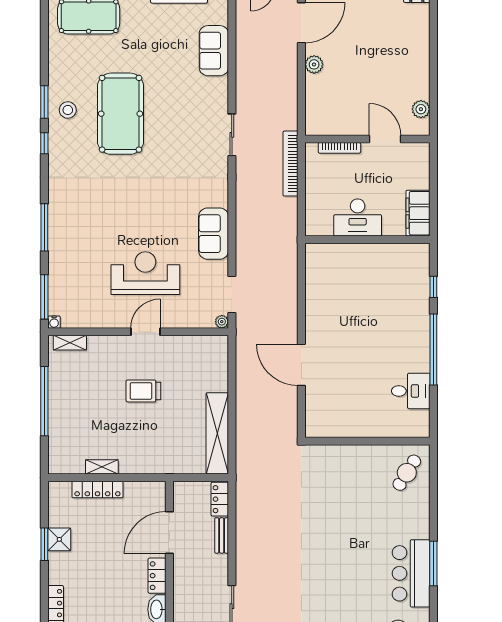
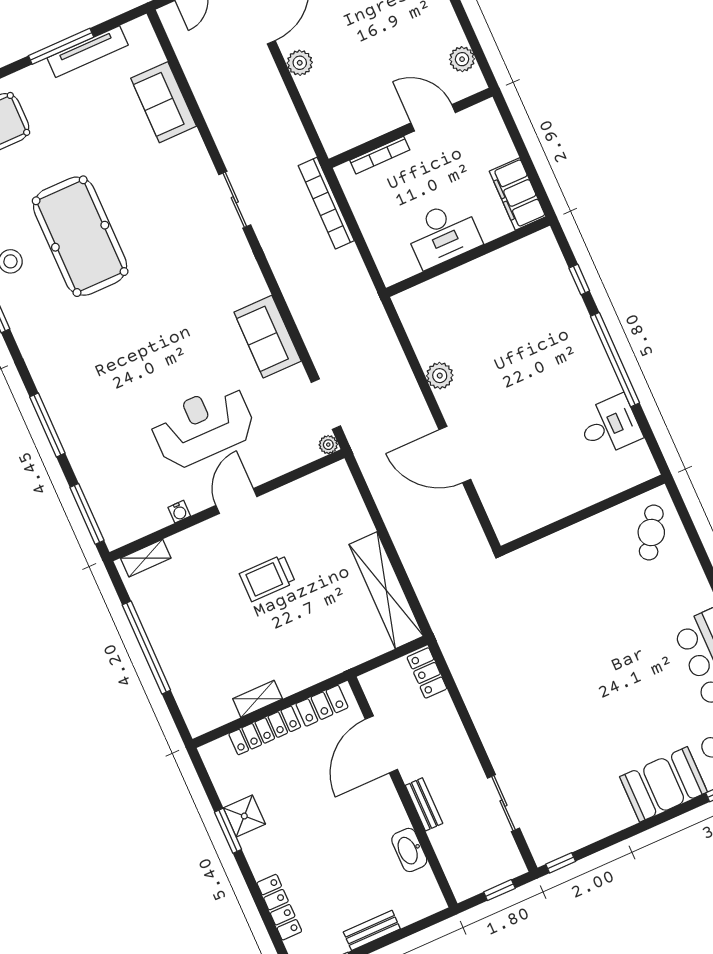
plant: (314, 309) -> (440, 376), added
water cooler: (54, 322) -> (179, 512), moved
bench: (222, 535) -> (424, 804), moved
locker: (157, 576) -> (322, 706), moved, turned -90

